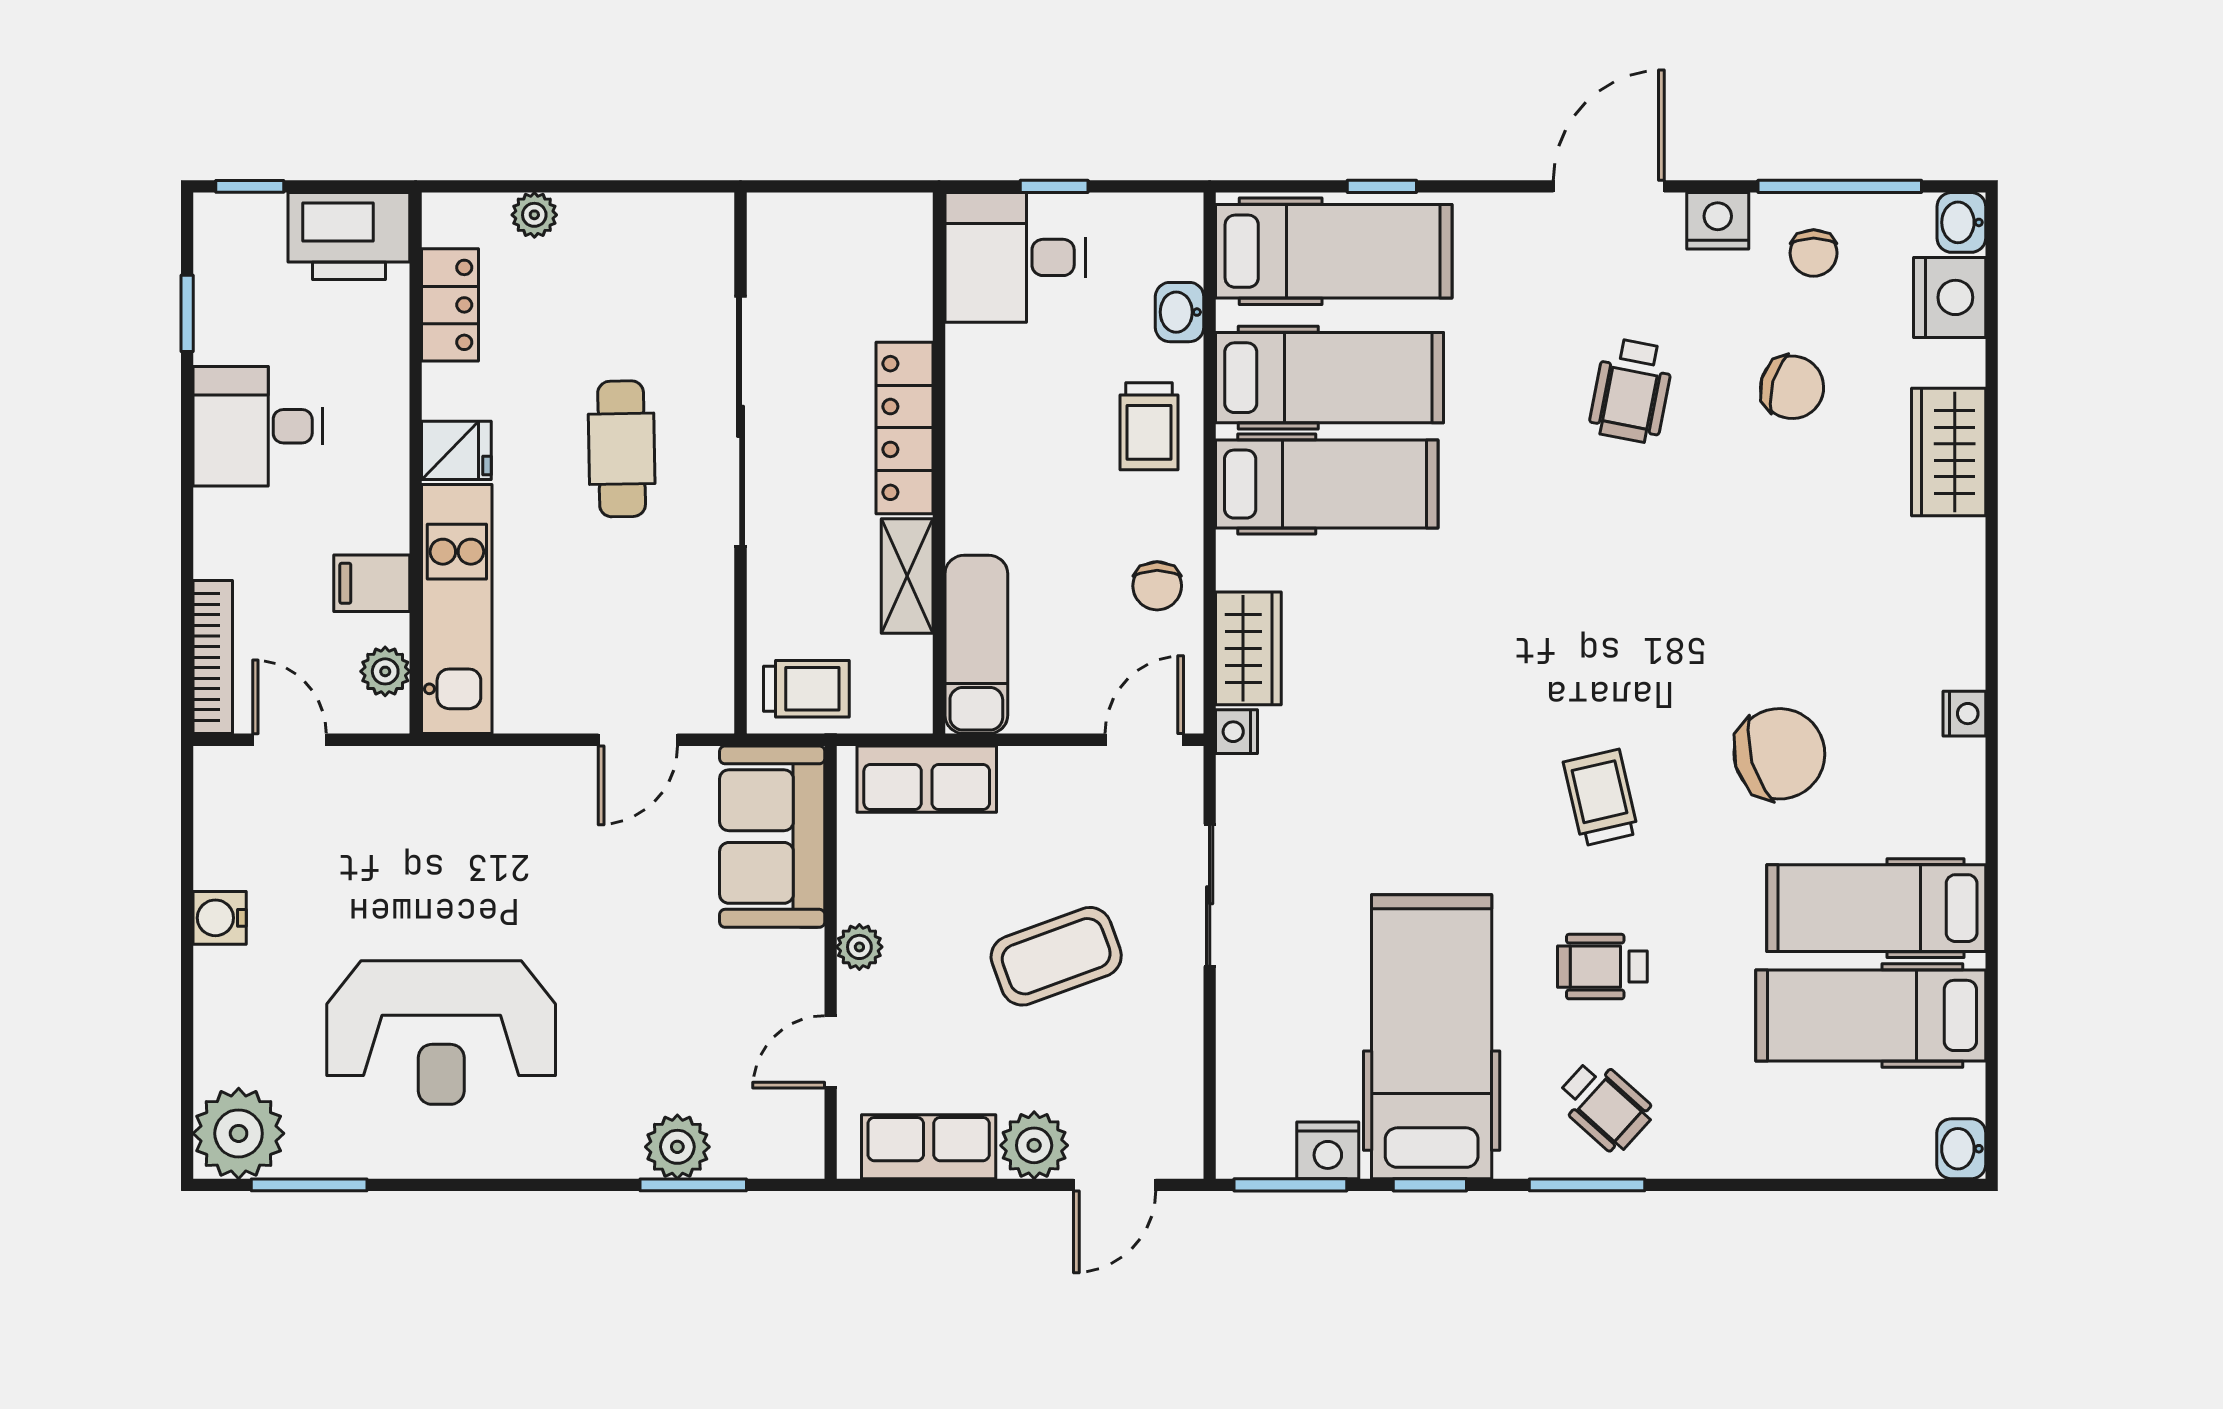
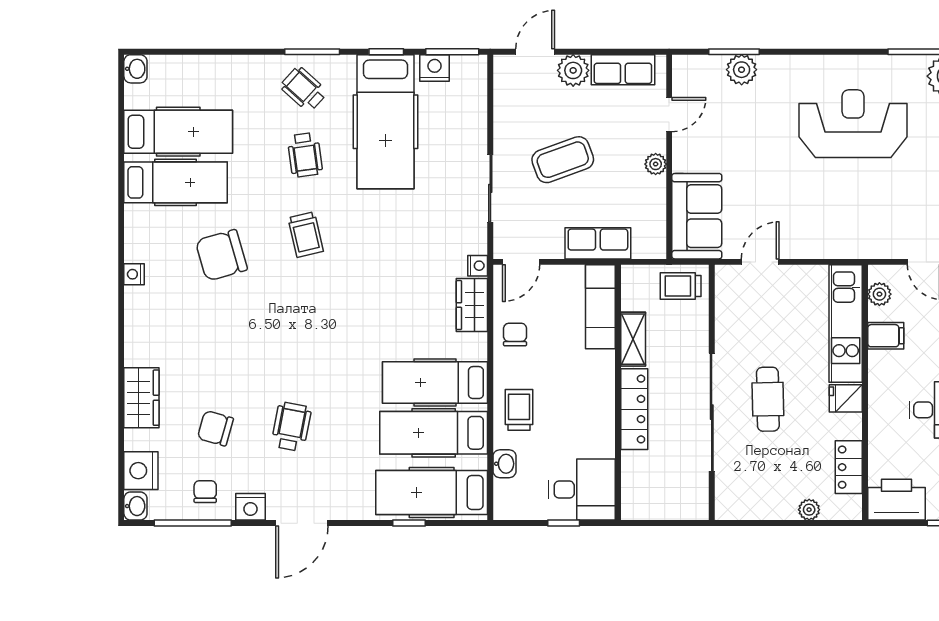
row of seats: (927, 779) -> (598, 243), moved
wheelchair: (1602, 967) -> (305, 155), turned 82

